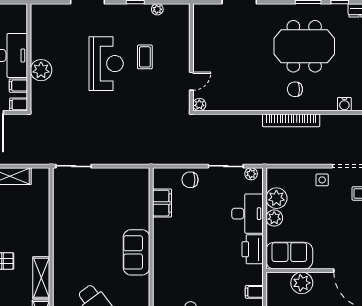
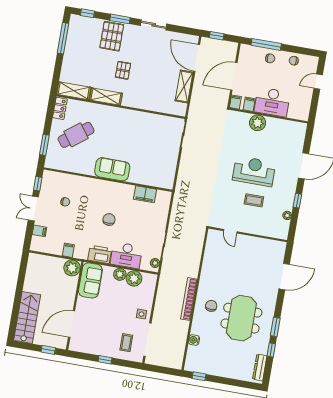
reception desk: (106, 64) -> (254, 171), turned 180
plant: (199, 105) -> (212, 234), removed
chair: (190, 180) -> (109, 219), moved
plant: (302, 283) -> (72, 268), moved

